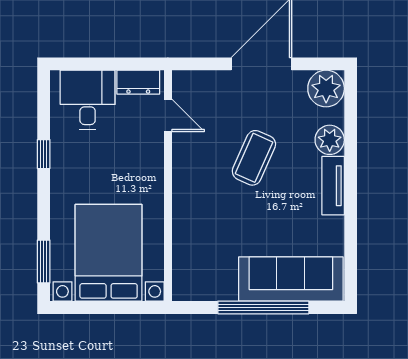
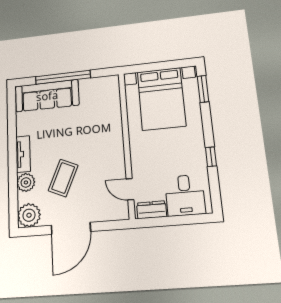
coffee table: (254, 158) -> (63, 178), moved

